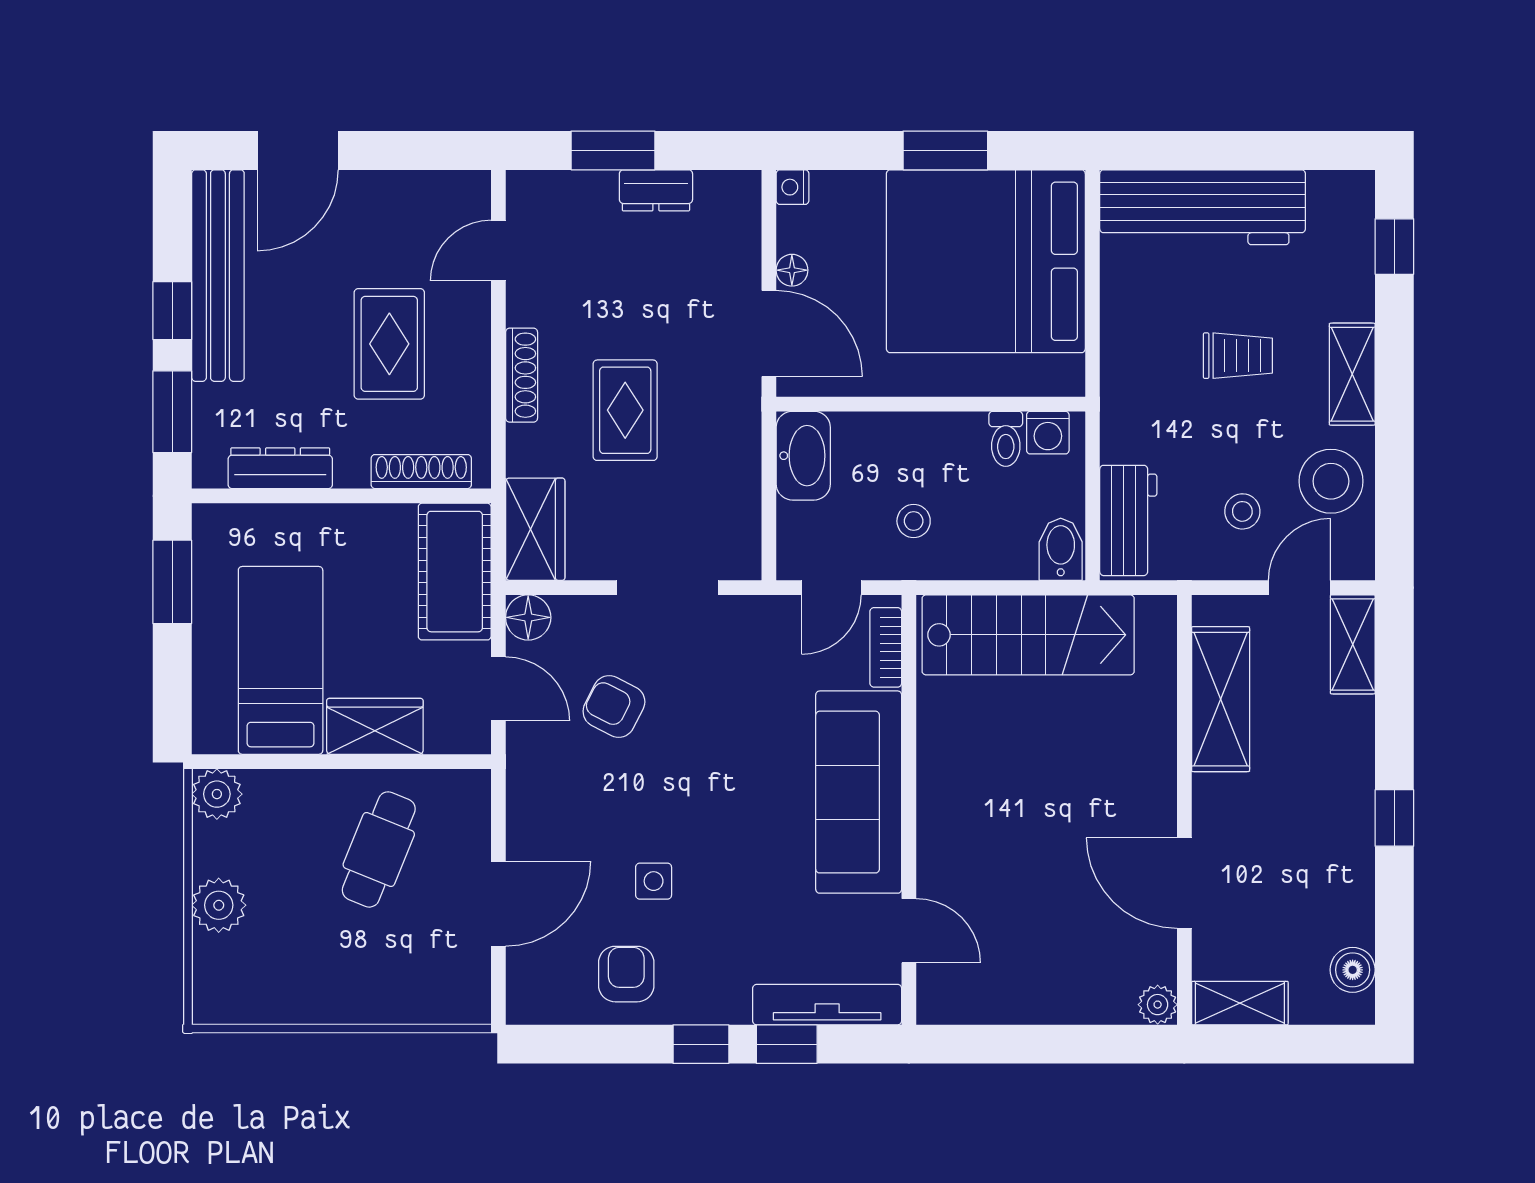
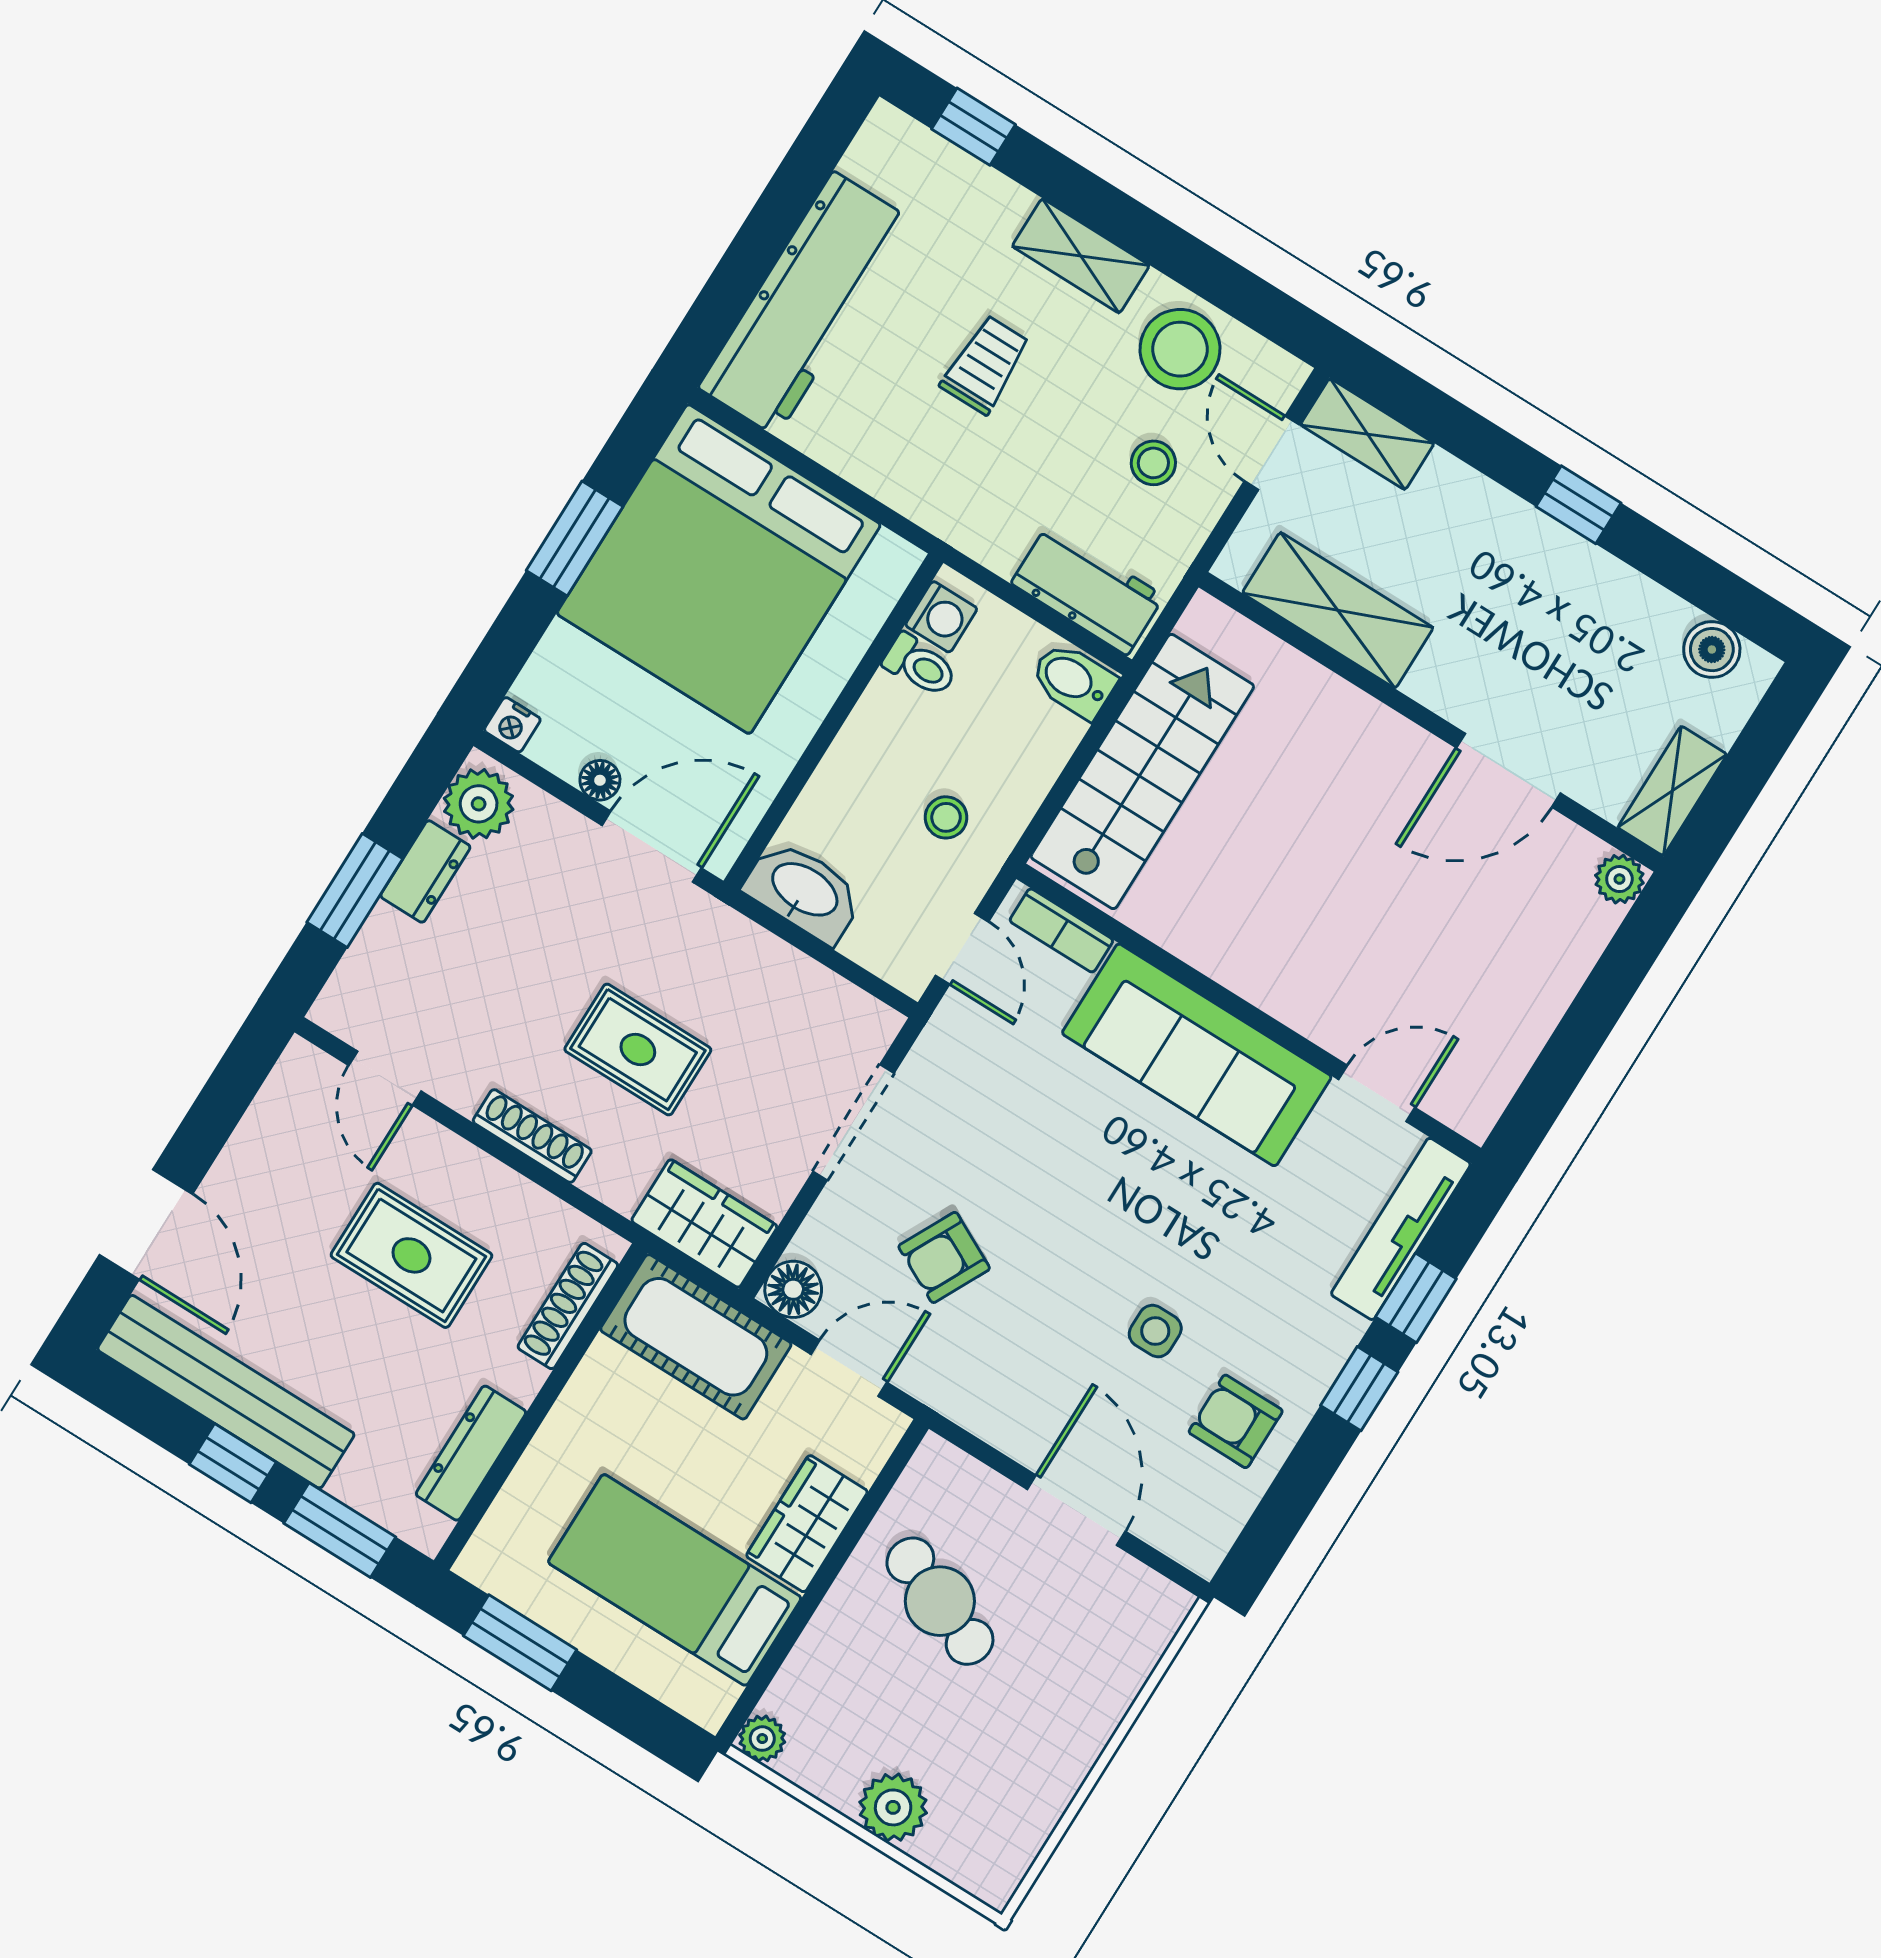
plant: (724, 198) -> (479, 804), added
plant: (217, 794) -> (762, 1739), width x0.73, depth x0.73

